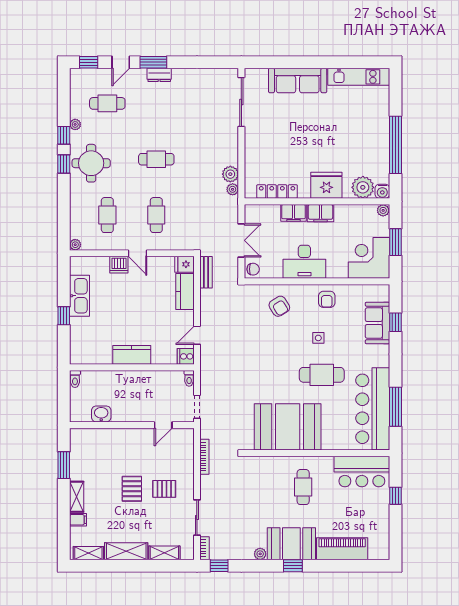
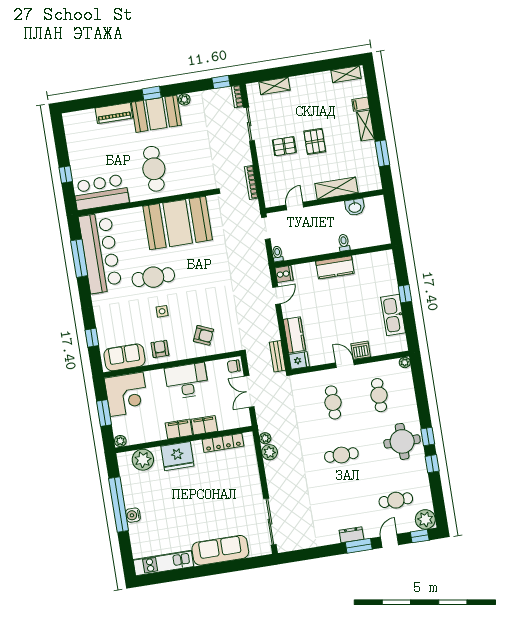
plant: (75, 124) -> (425, 519), moved, width x1.87, depth x1.87
water cooler: (382, 191) -> (133, 515), moved, turned -90
armchair: (279, 306) -> (204, 335), turned 145
sofa: (377, 323) -> (125, 357), moved, turned -90
toilet: (75, 379) -> (344, 243), moved
cafe table: (303, 487) -> (154, 169), width x1.37, depth x1.35
piano: (342, 549) -> (114, 113), width x0.73, depth x0.75
shelving: (126, 551) -> (336, 188), moved

